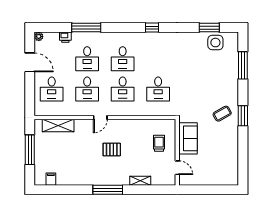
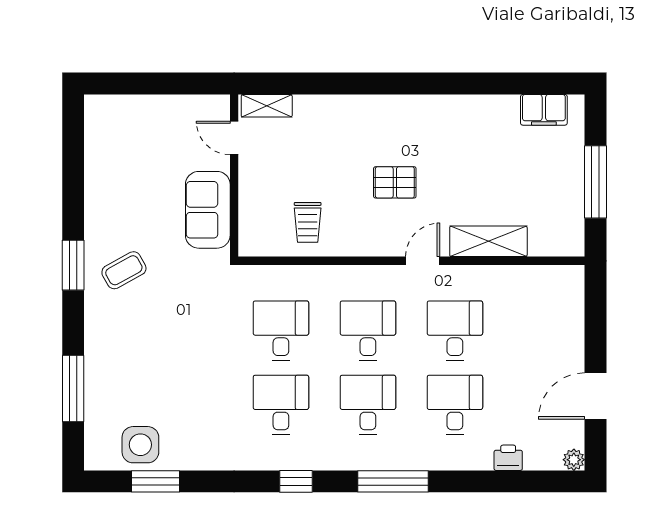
window: (86, 28) -> (393, 481), moved
door: (30, 62) -> (595, 396), hinge flipped
desk: (52, 89) -> (281, 405), moved
shelving: (58, 125) -> (488, 241), moved
trolley: (159, 143) -> (308, 222), moved
filing cabinet: (51, 179) -> (544, 110), width x2.00
shelving: (140, 181) -> (267, 106), moved
window: (108, 190) -> (404, 84), removed

